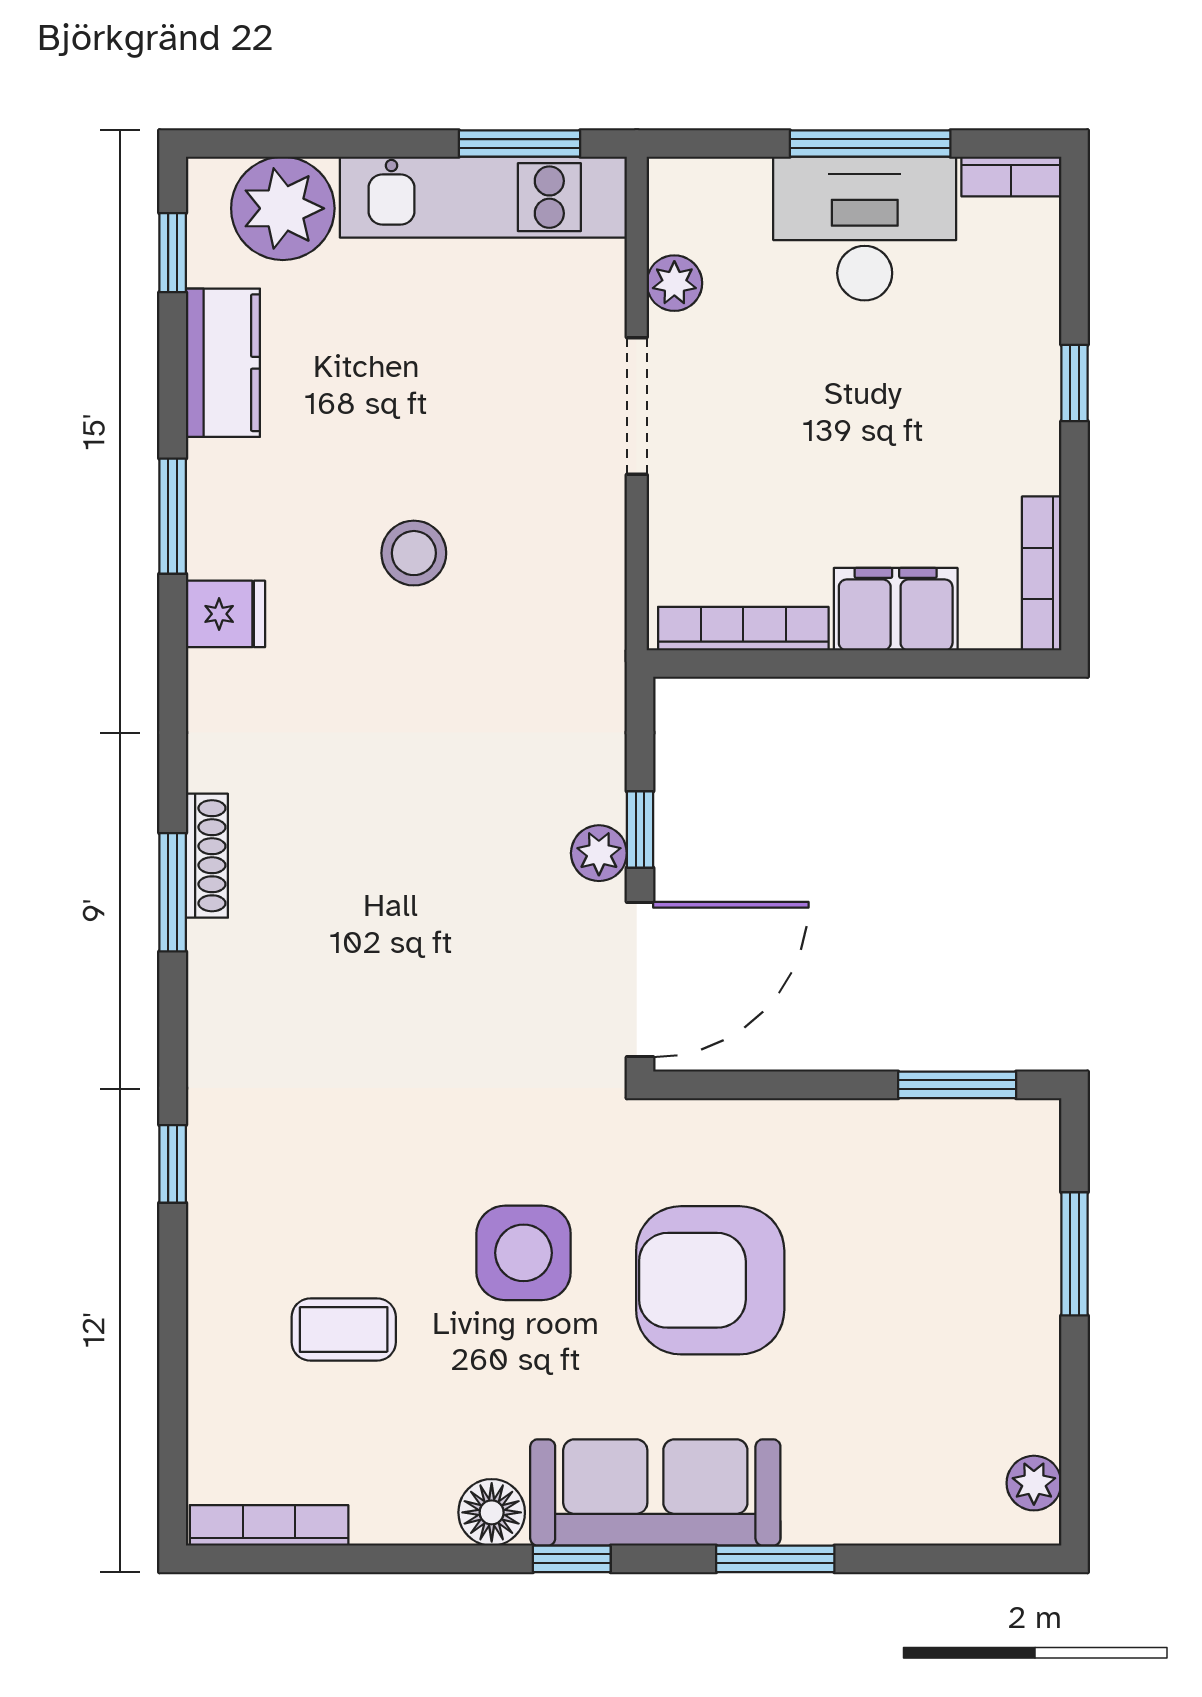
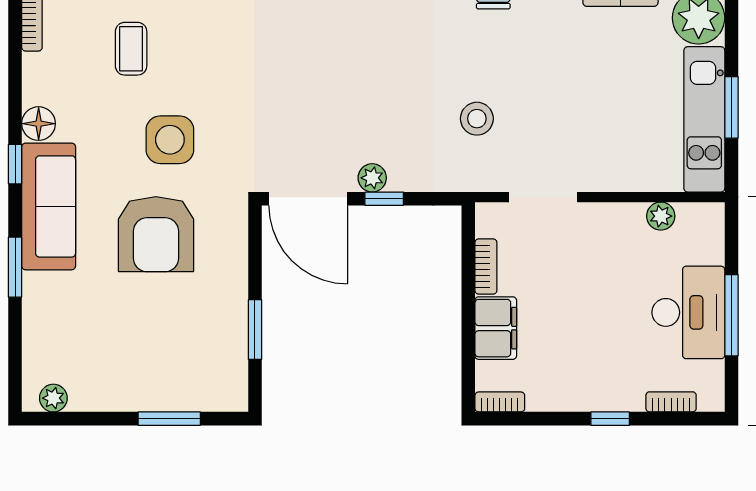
window: (519, 143) -> (731, 107), moved
bookcase: (1011, 177) -> (671, 402), moved, turned 90
doorway: (637, 406) -> (543, 197), moved
stool: (414, 553) -> (477, 119), moved
bookcase: (1042, 573) -> (500, 402), width x0.64
bookcase: (743, 629) -> (486, 267), width x0.64
window: (957, 1085) -> (255, 330), moved
armchair: (710, 1280) -> (156, 234), turned 180

